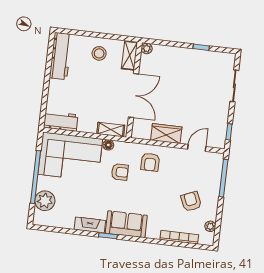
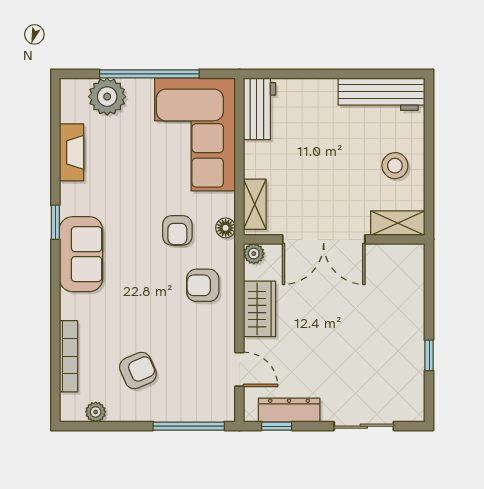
plant: (147, 48) -> (254, 254), moved
dresser: (221, 124) -> (289, 410), added
floor lamp: (108, 145) -> (226, 228), moved
fireplace: (90, 225) -> (71, 152), moved

